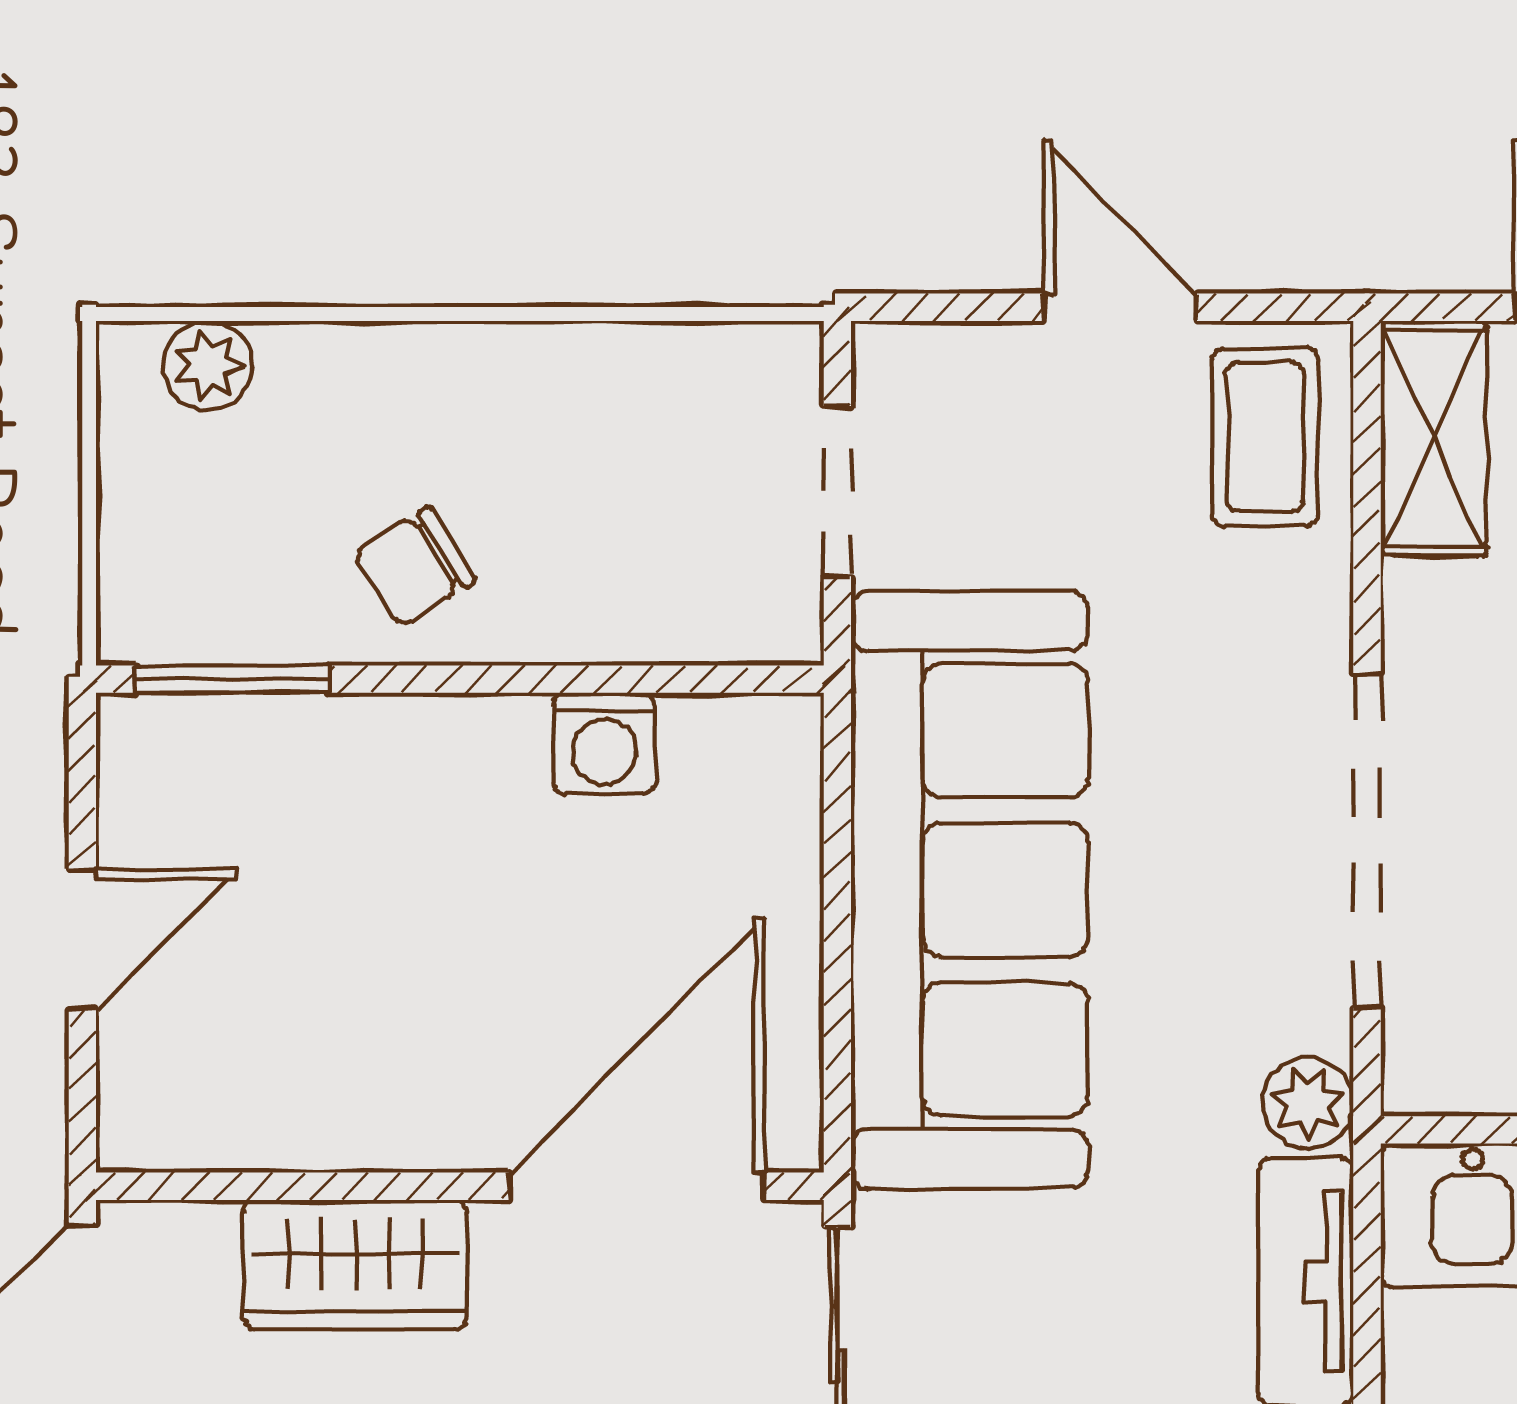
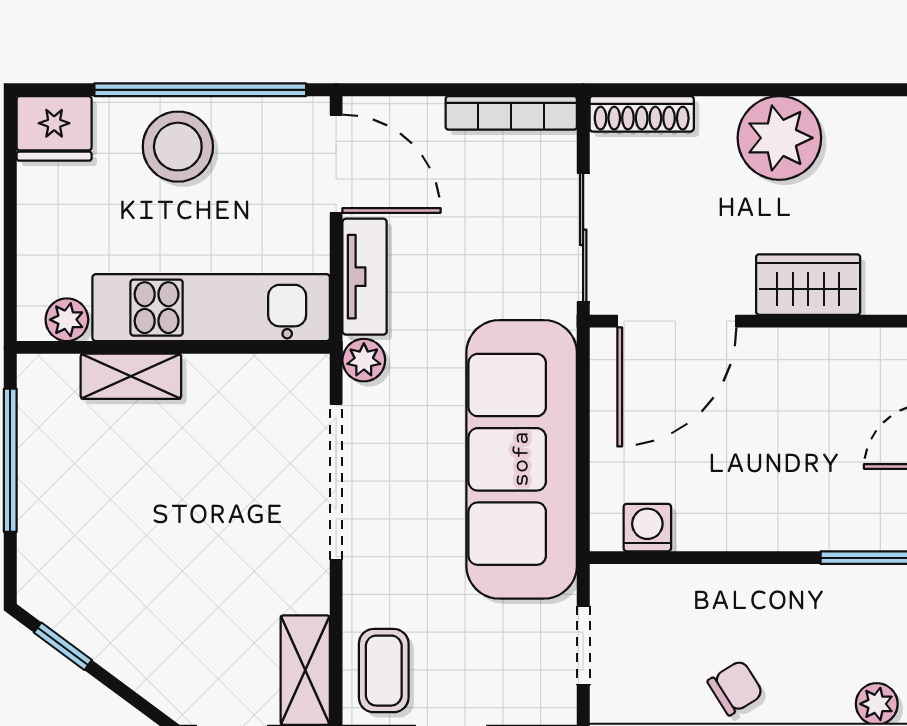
chair: (415, 567) -> (735, 688), moved
washing machine: (604, 744) -> (647, 528), moved

